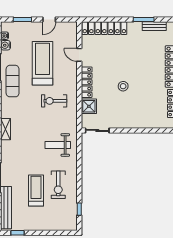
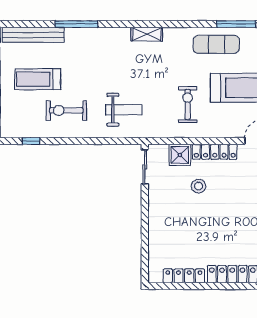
stool: (123, 86) -> (199, 186), moved
weight bench: (58, 145) -> (124, 110), turned 90
treadmill: (36, 191) -> (38, 79), moved, turned 180

